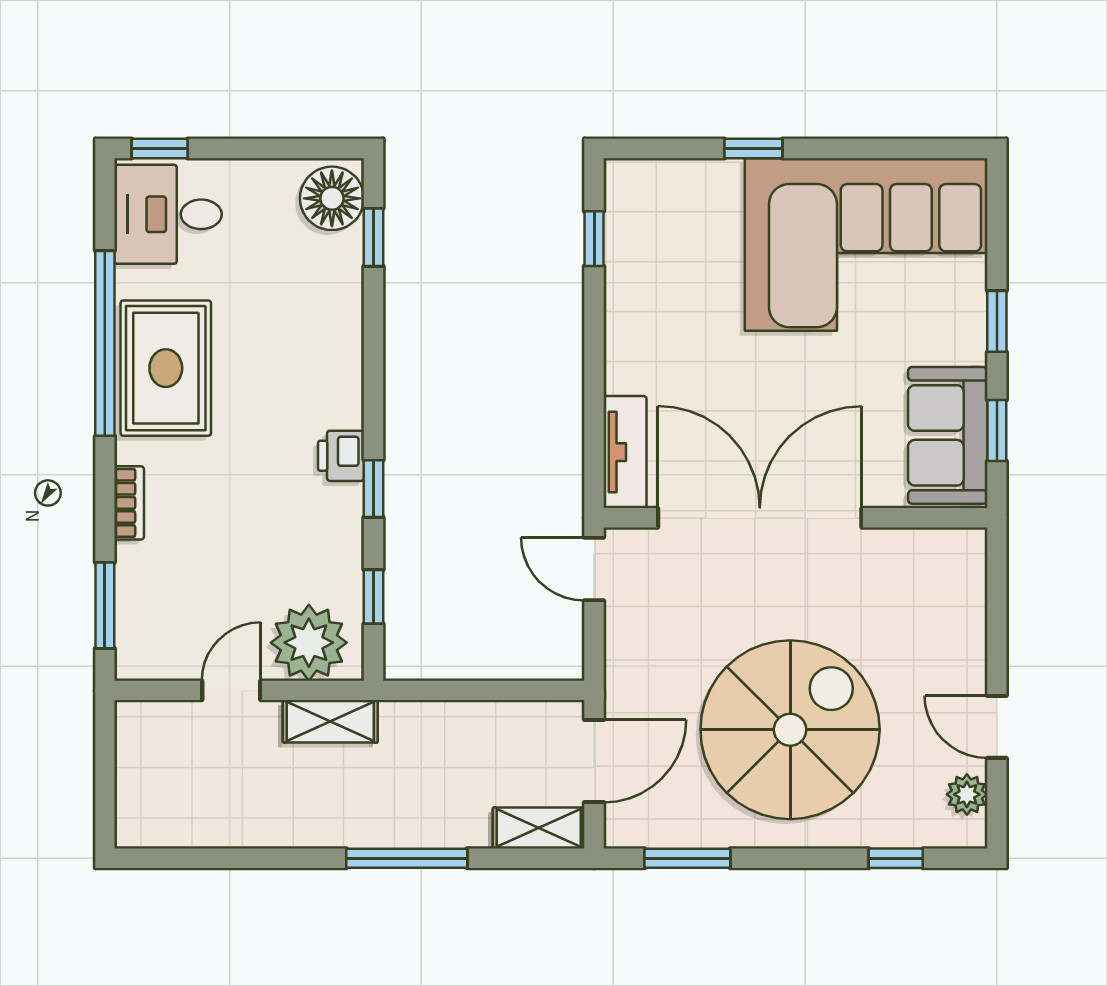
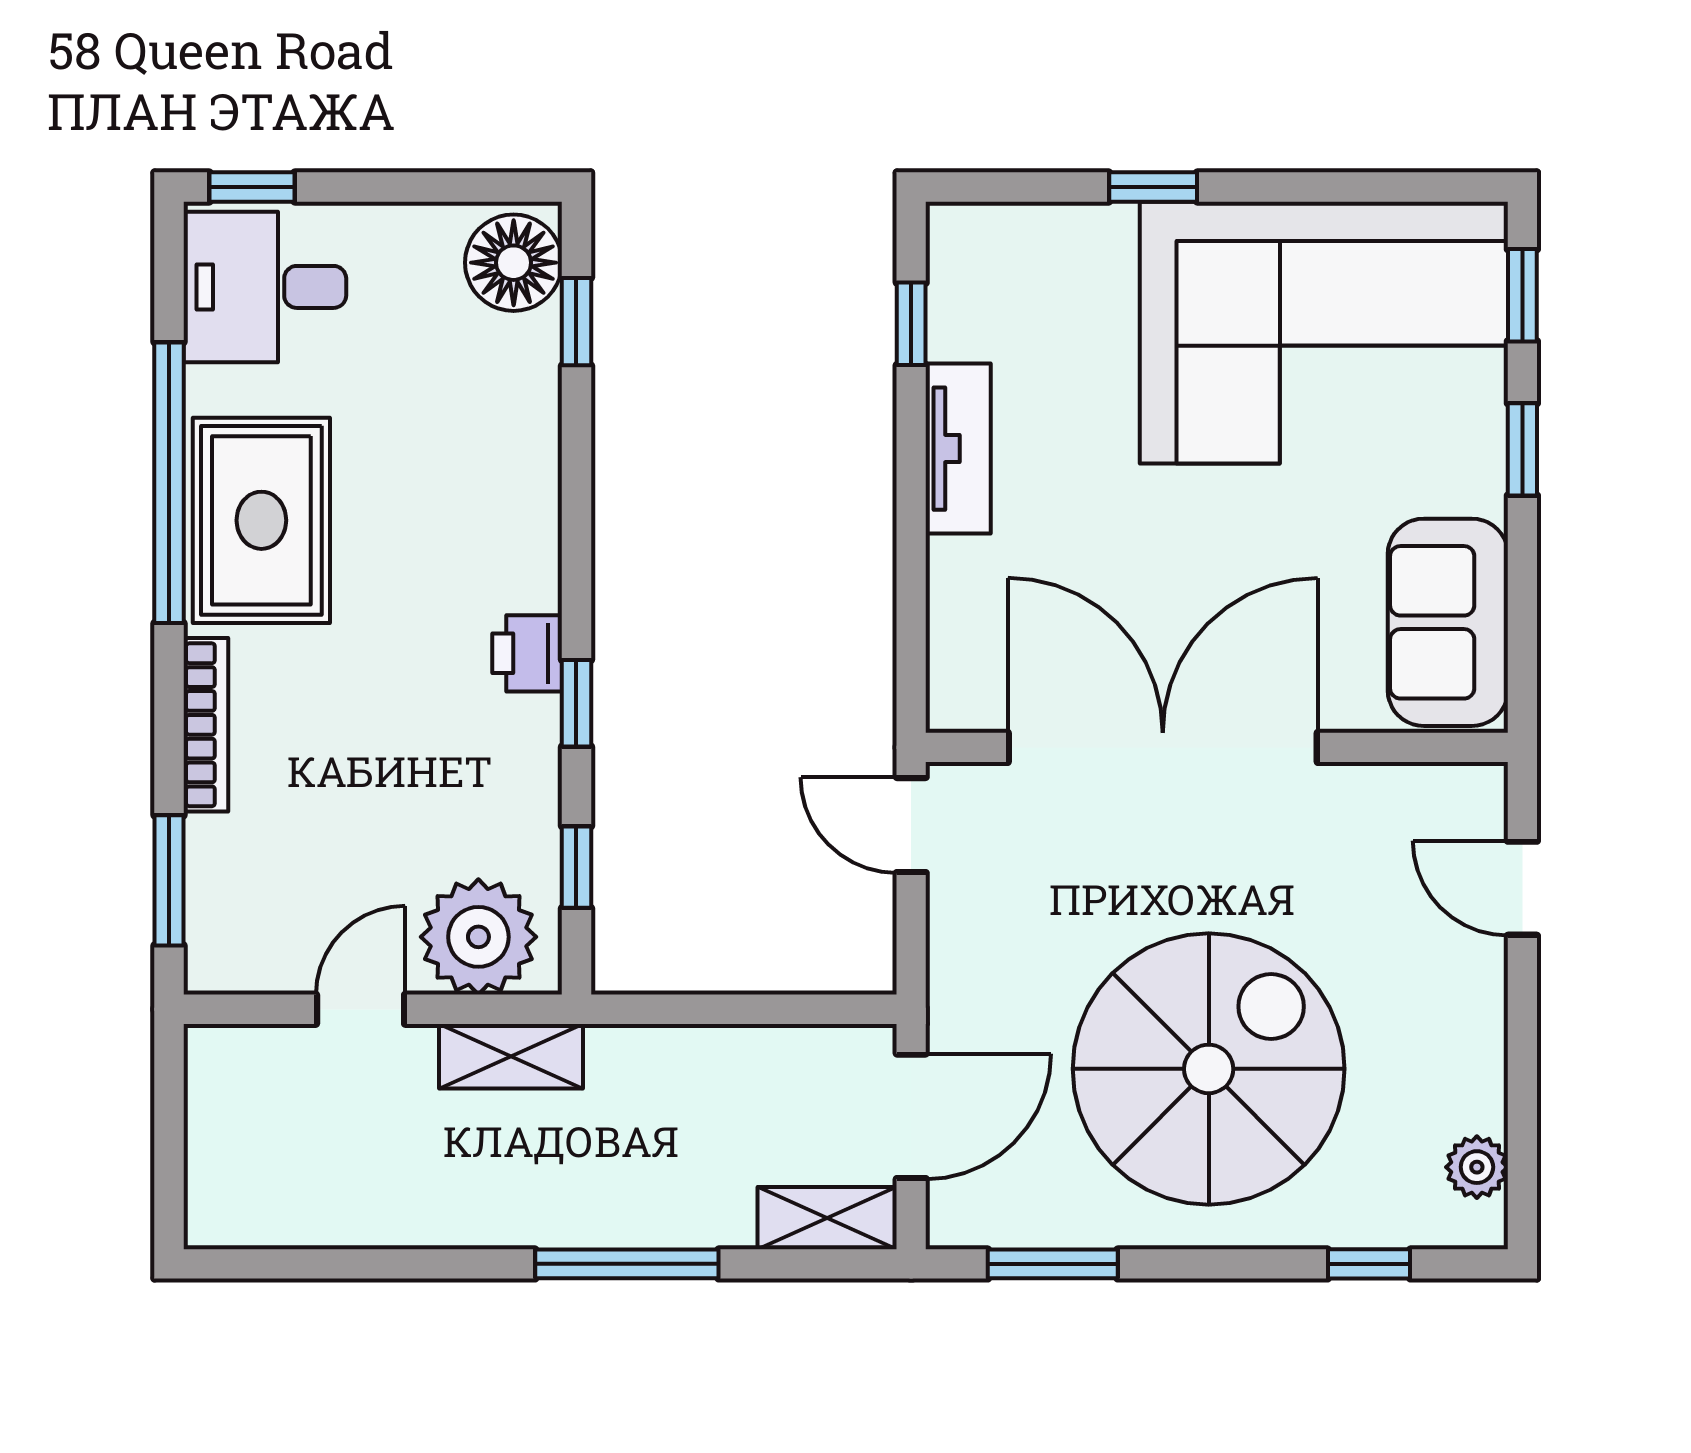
window: (997, 431) -> (1522, 295), moved
tv unit: (625, 452) -> (958, 449), moved
bookcase: (129, 503) -> (206, 725), width x1.56
door: (997, 727) -> (1522, 888), moved

